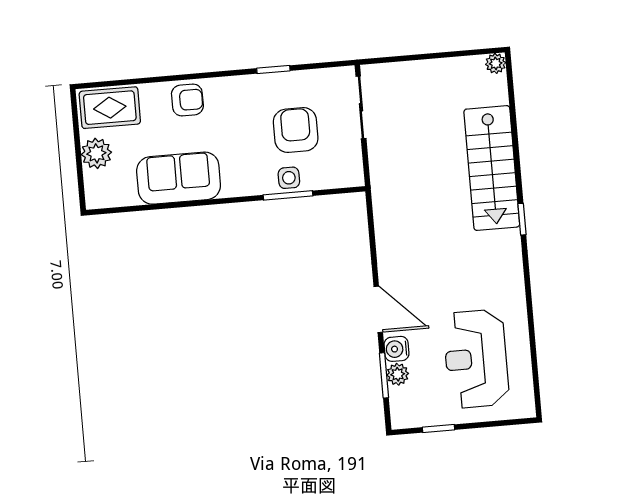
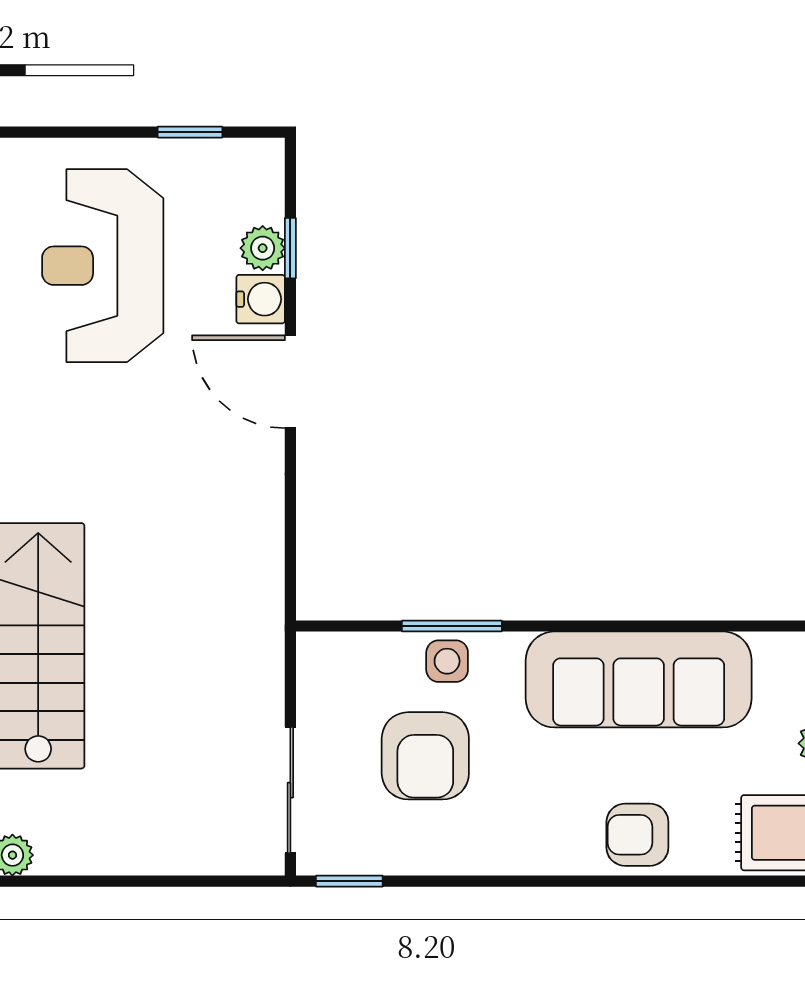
window: (273, 69) -> (349, 881), moved
sofa: (179, 178) -> (639, 679), width x1.36
reception desk: (476, 359) -> (103, 266), turned 180
window: (384, 375) -> (290, 248), width x0.67

